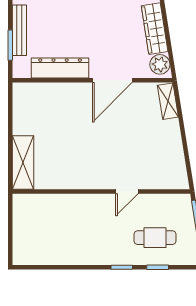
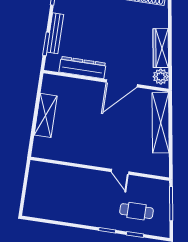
shelving: (168, 101) -> (161, 123), width x2.20, depth x1.33
shelving: (23, 162) -> (46, 115), moved
door: (127, 191) -> (120, 172), hinge flipped

